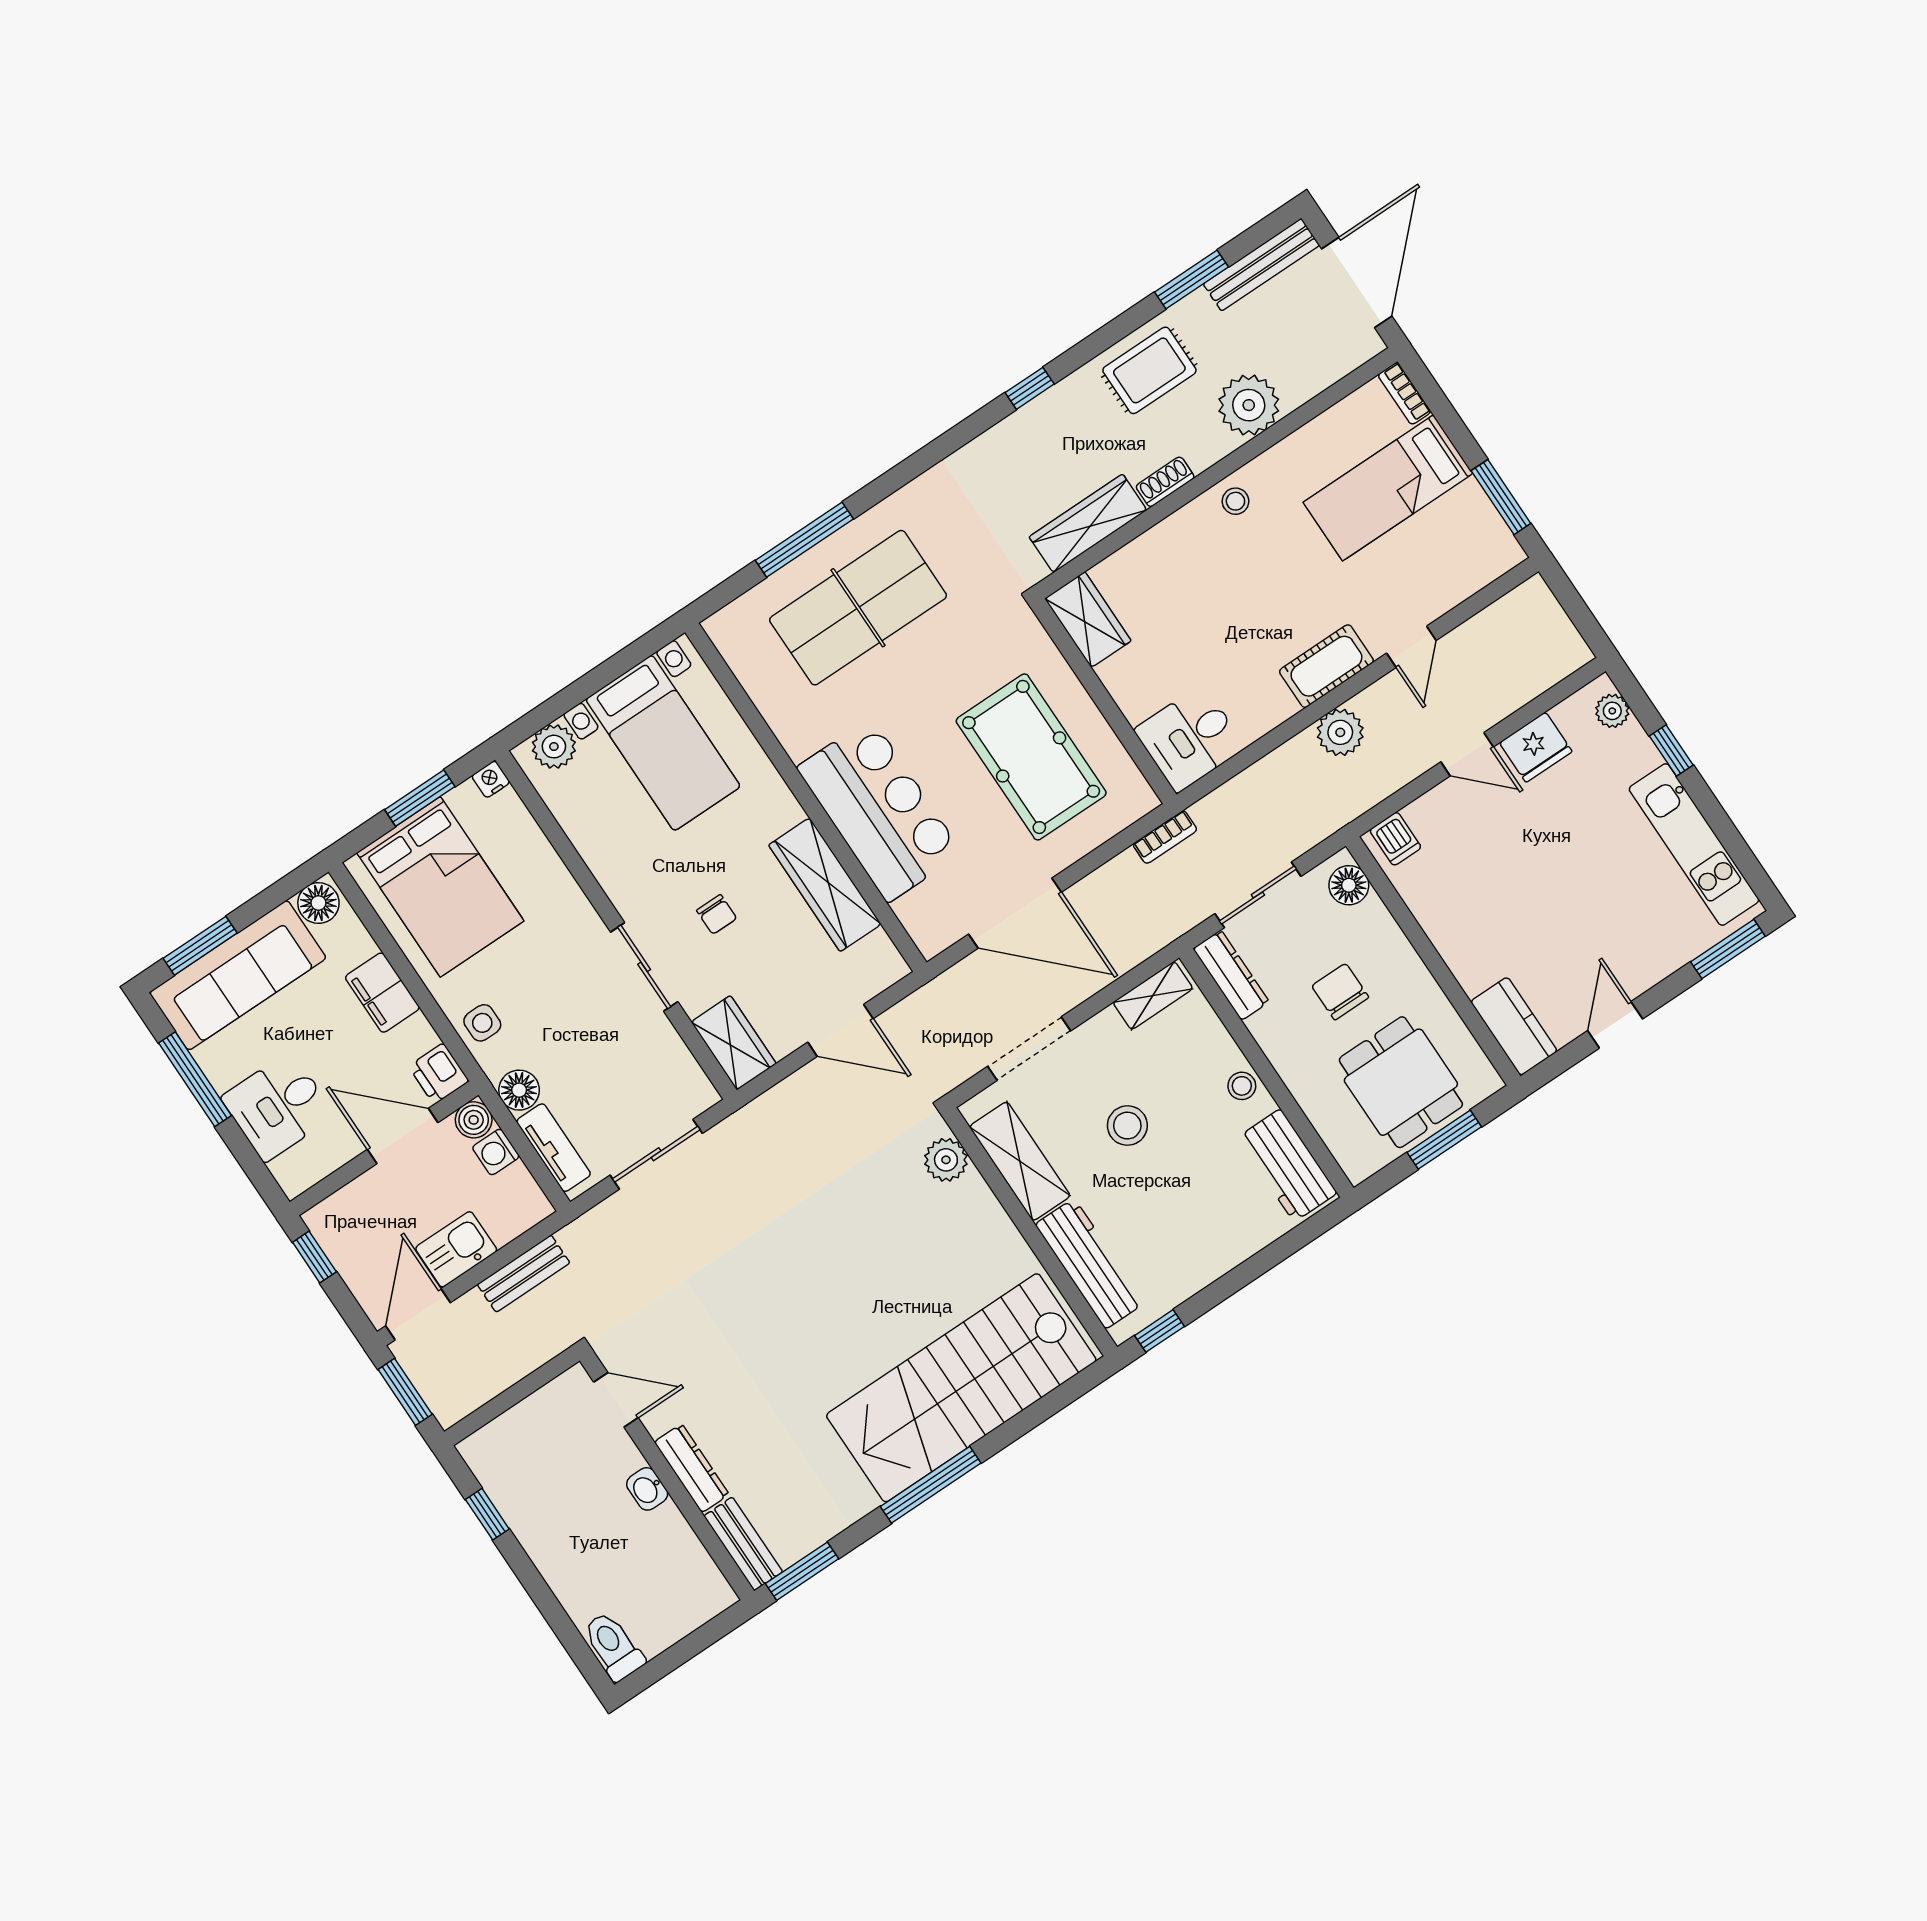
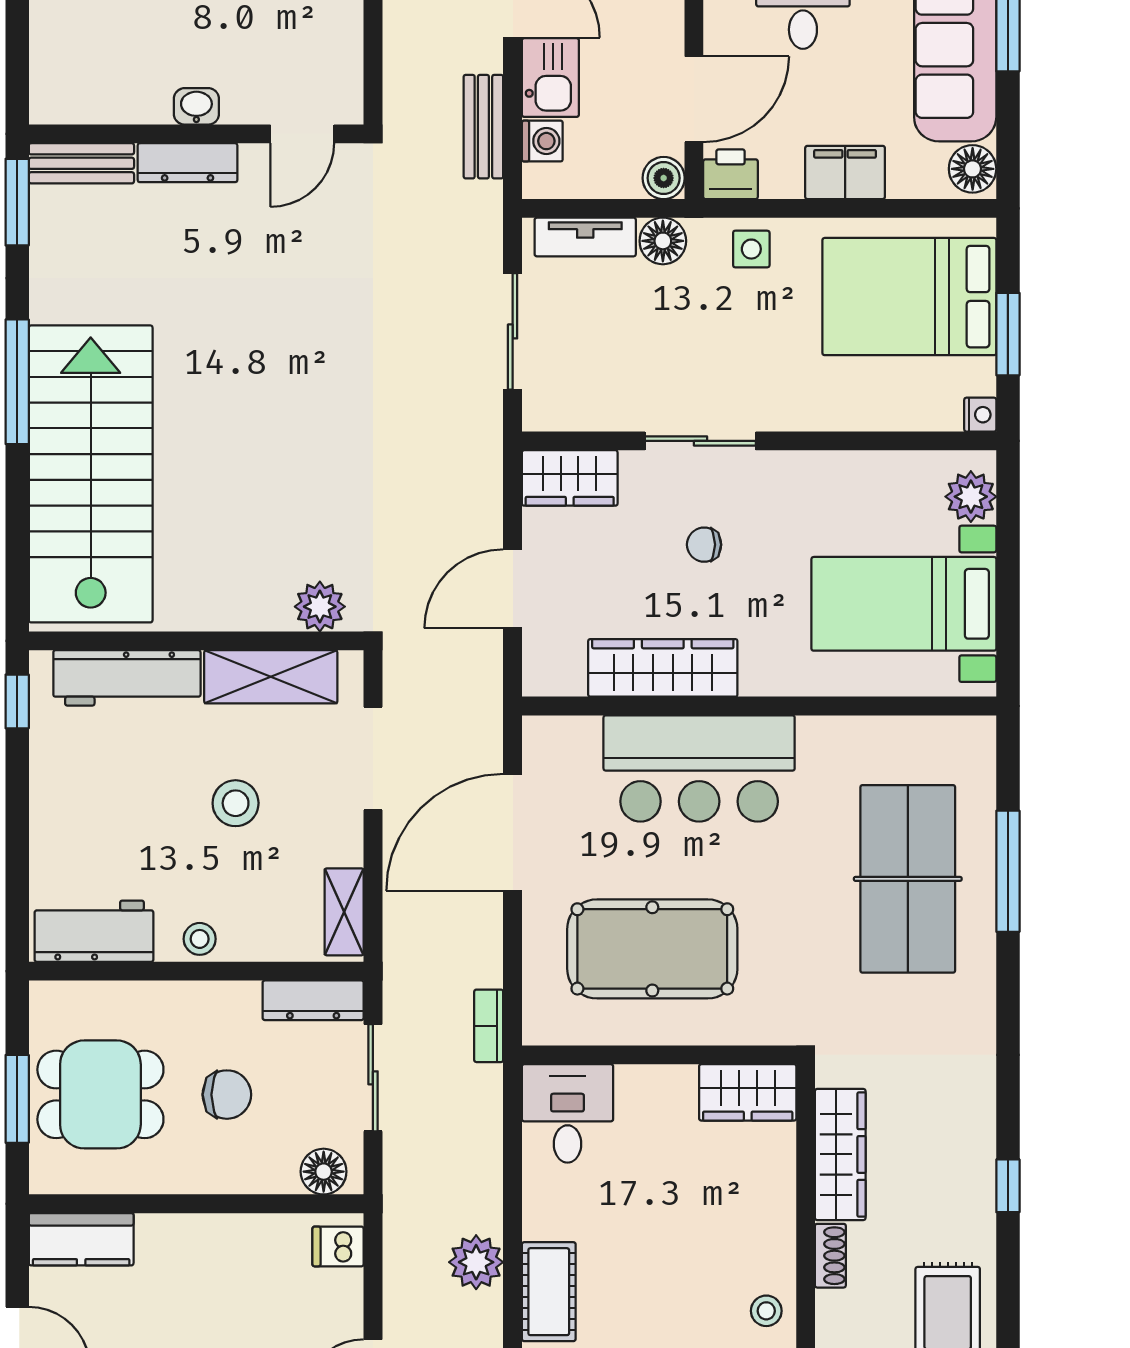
washing machine: (496, 1152) -> (542, 141), moved, turned 90

